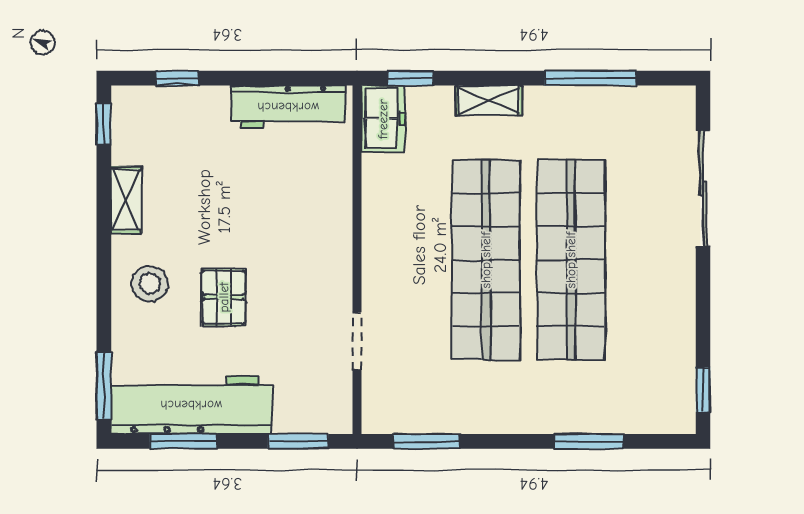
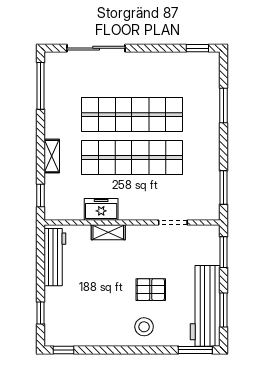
window: (591, 78) -> (40, 86), moved
freezer: (383, 119) -> (101, 209), moved
shelving: (126, 200) -> (108, 232), moved

